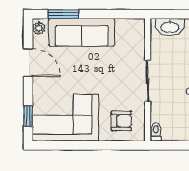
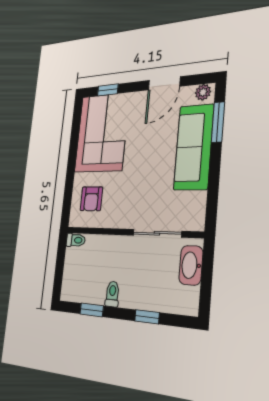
sliding door: (148, 81) -> (157, 233), moved

